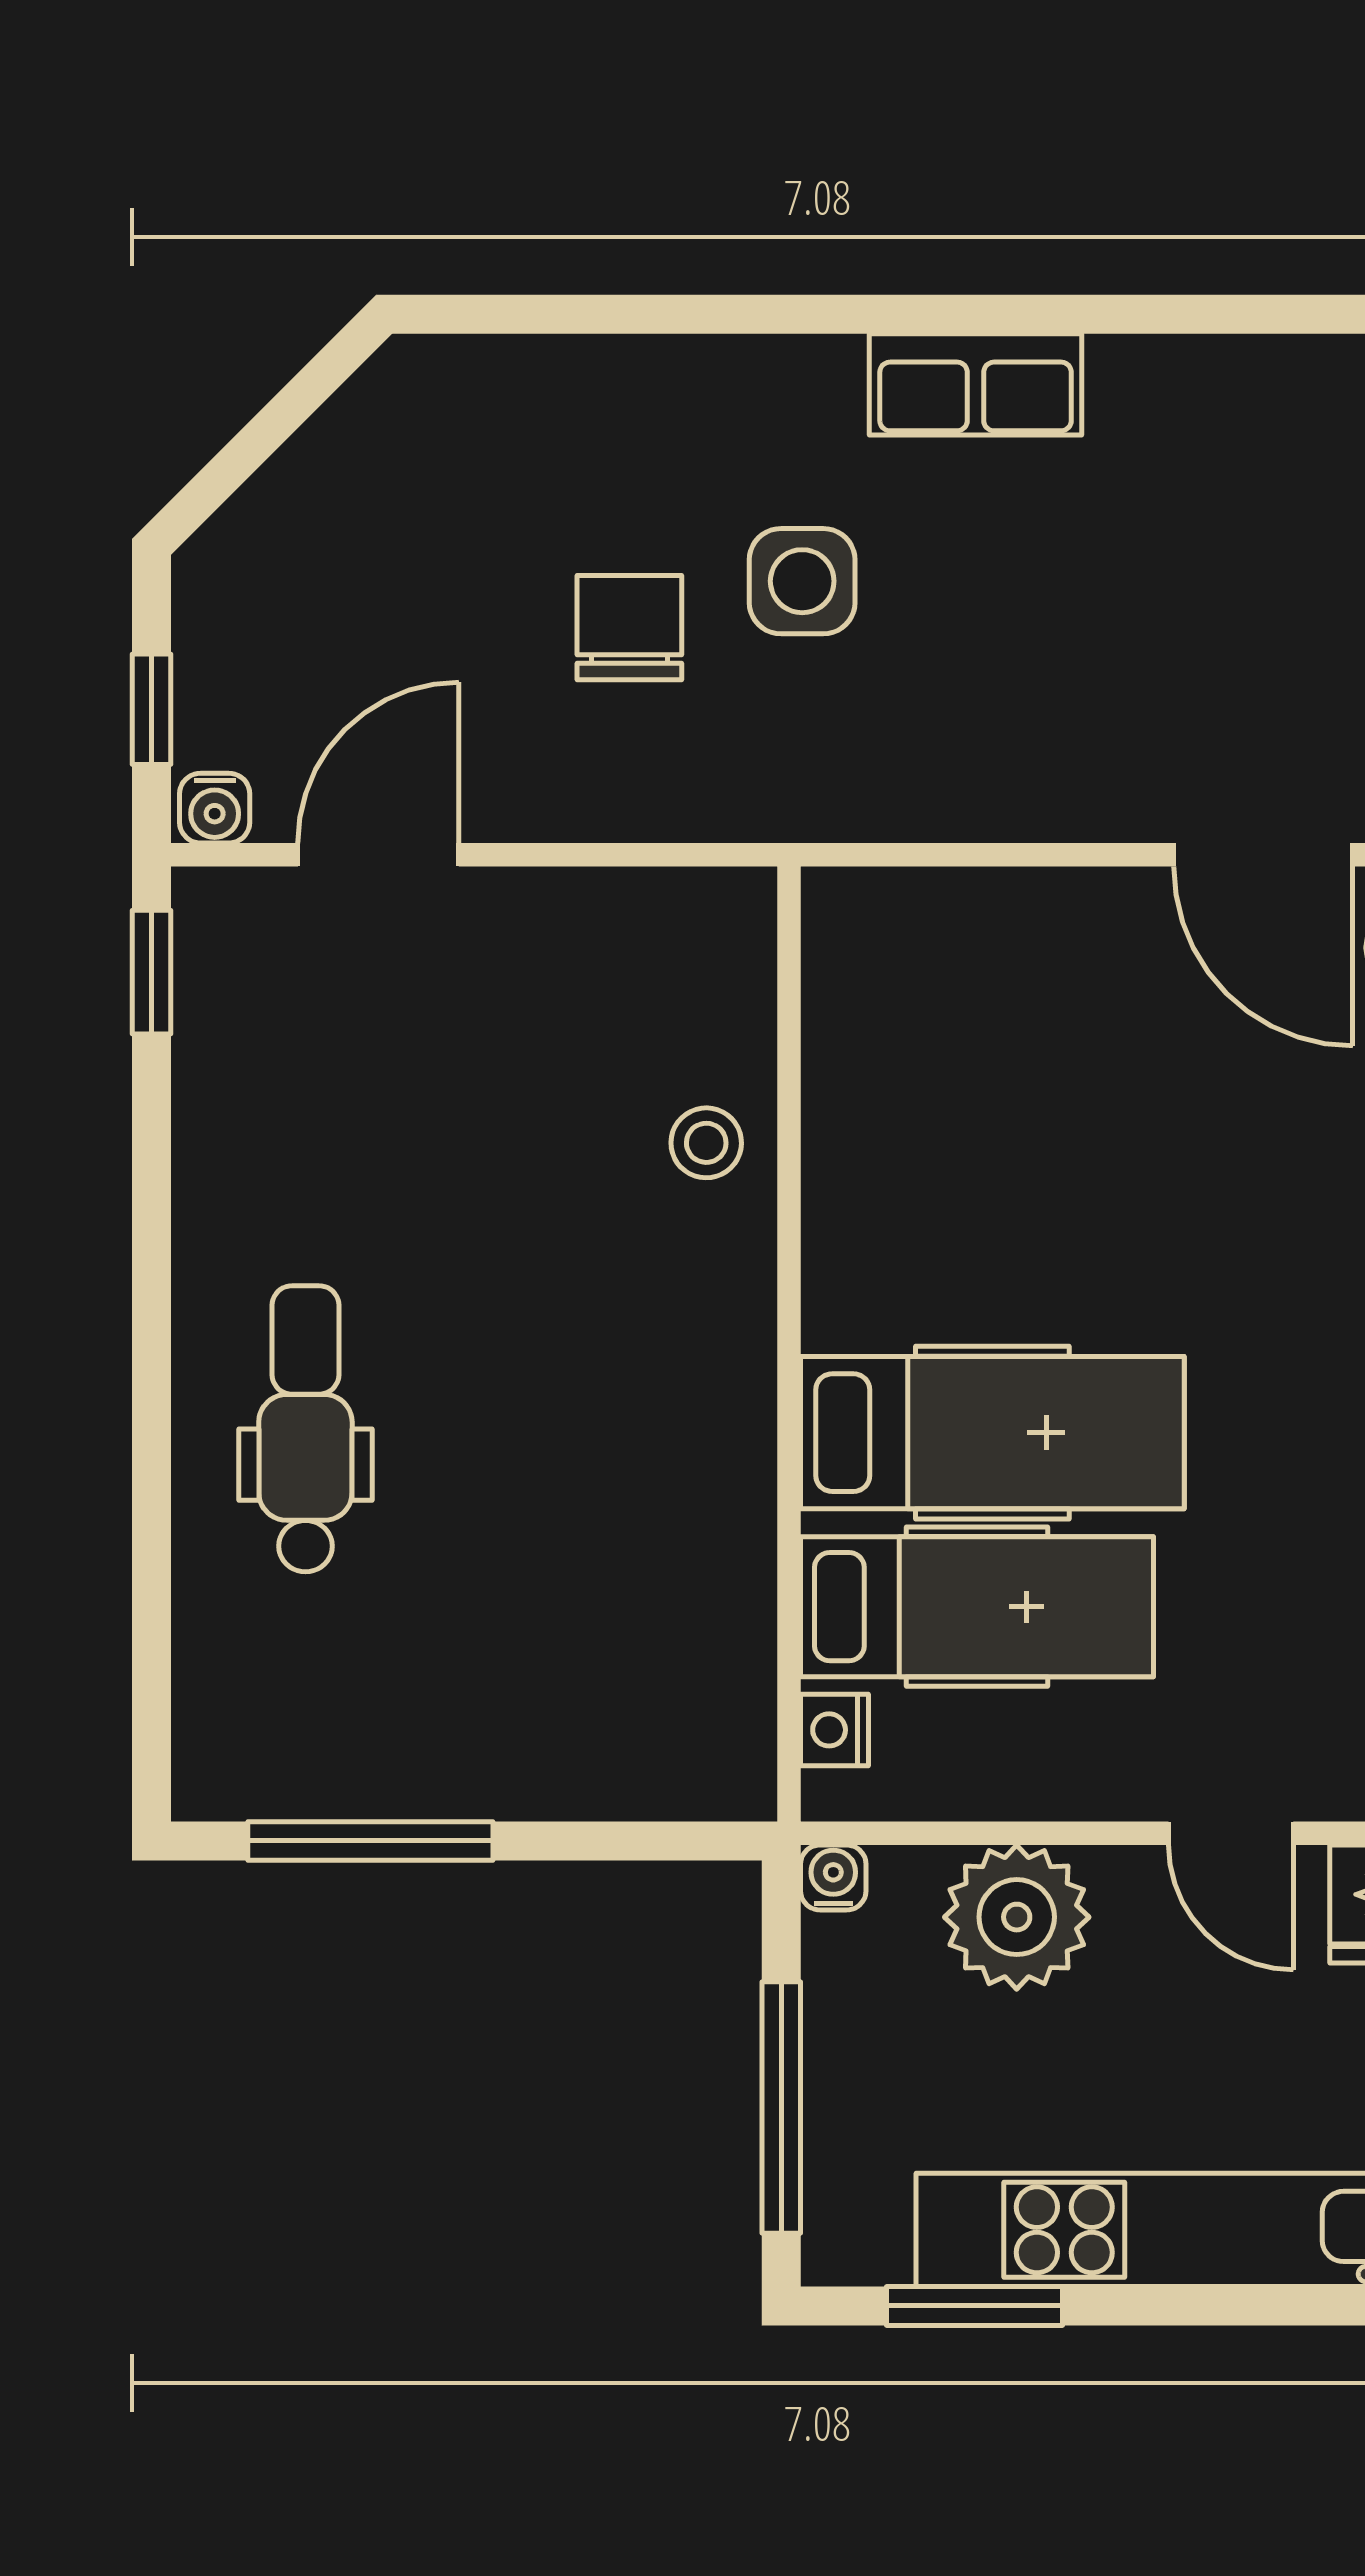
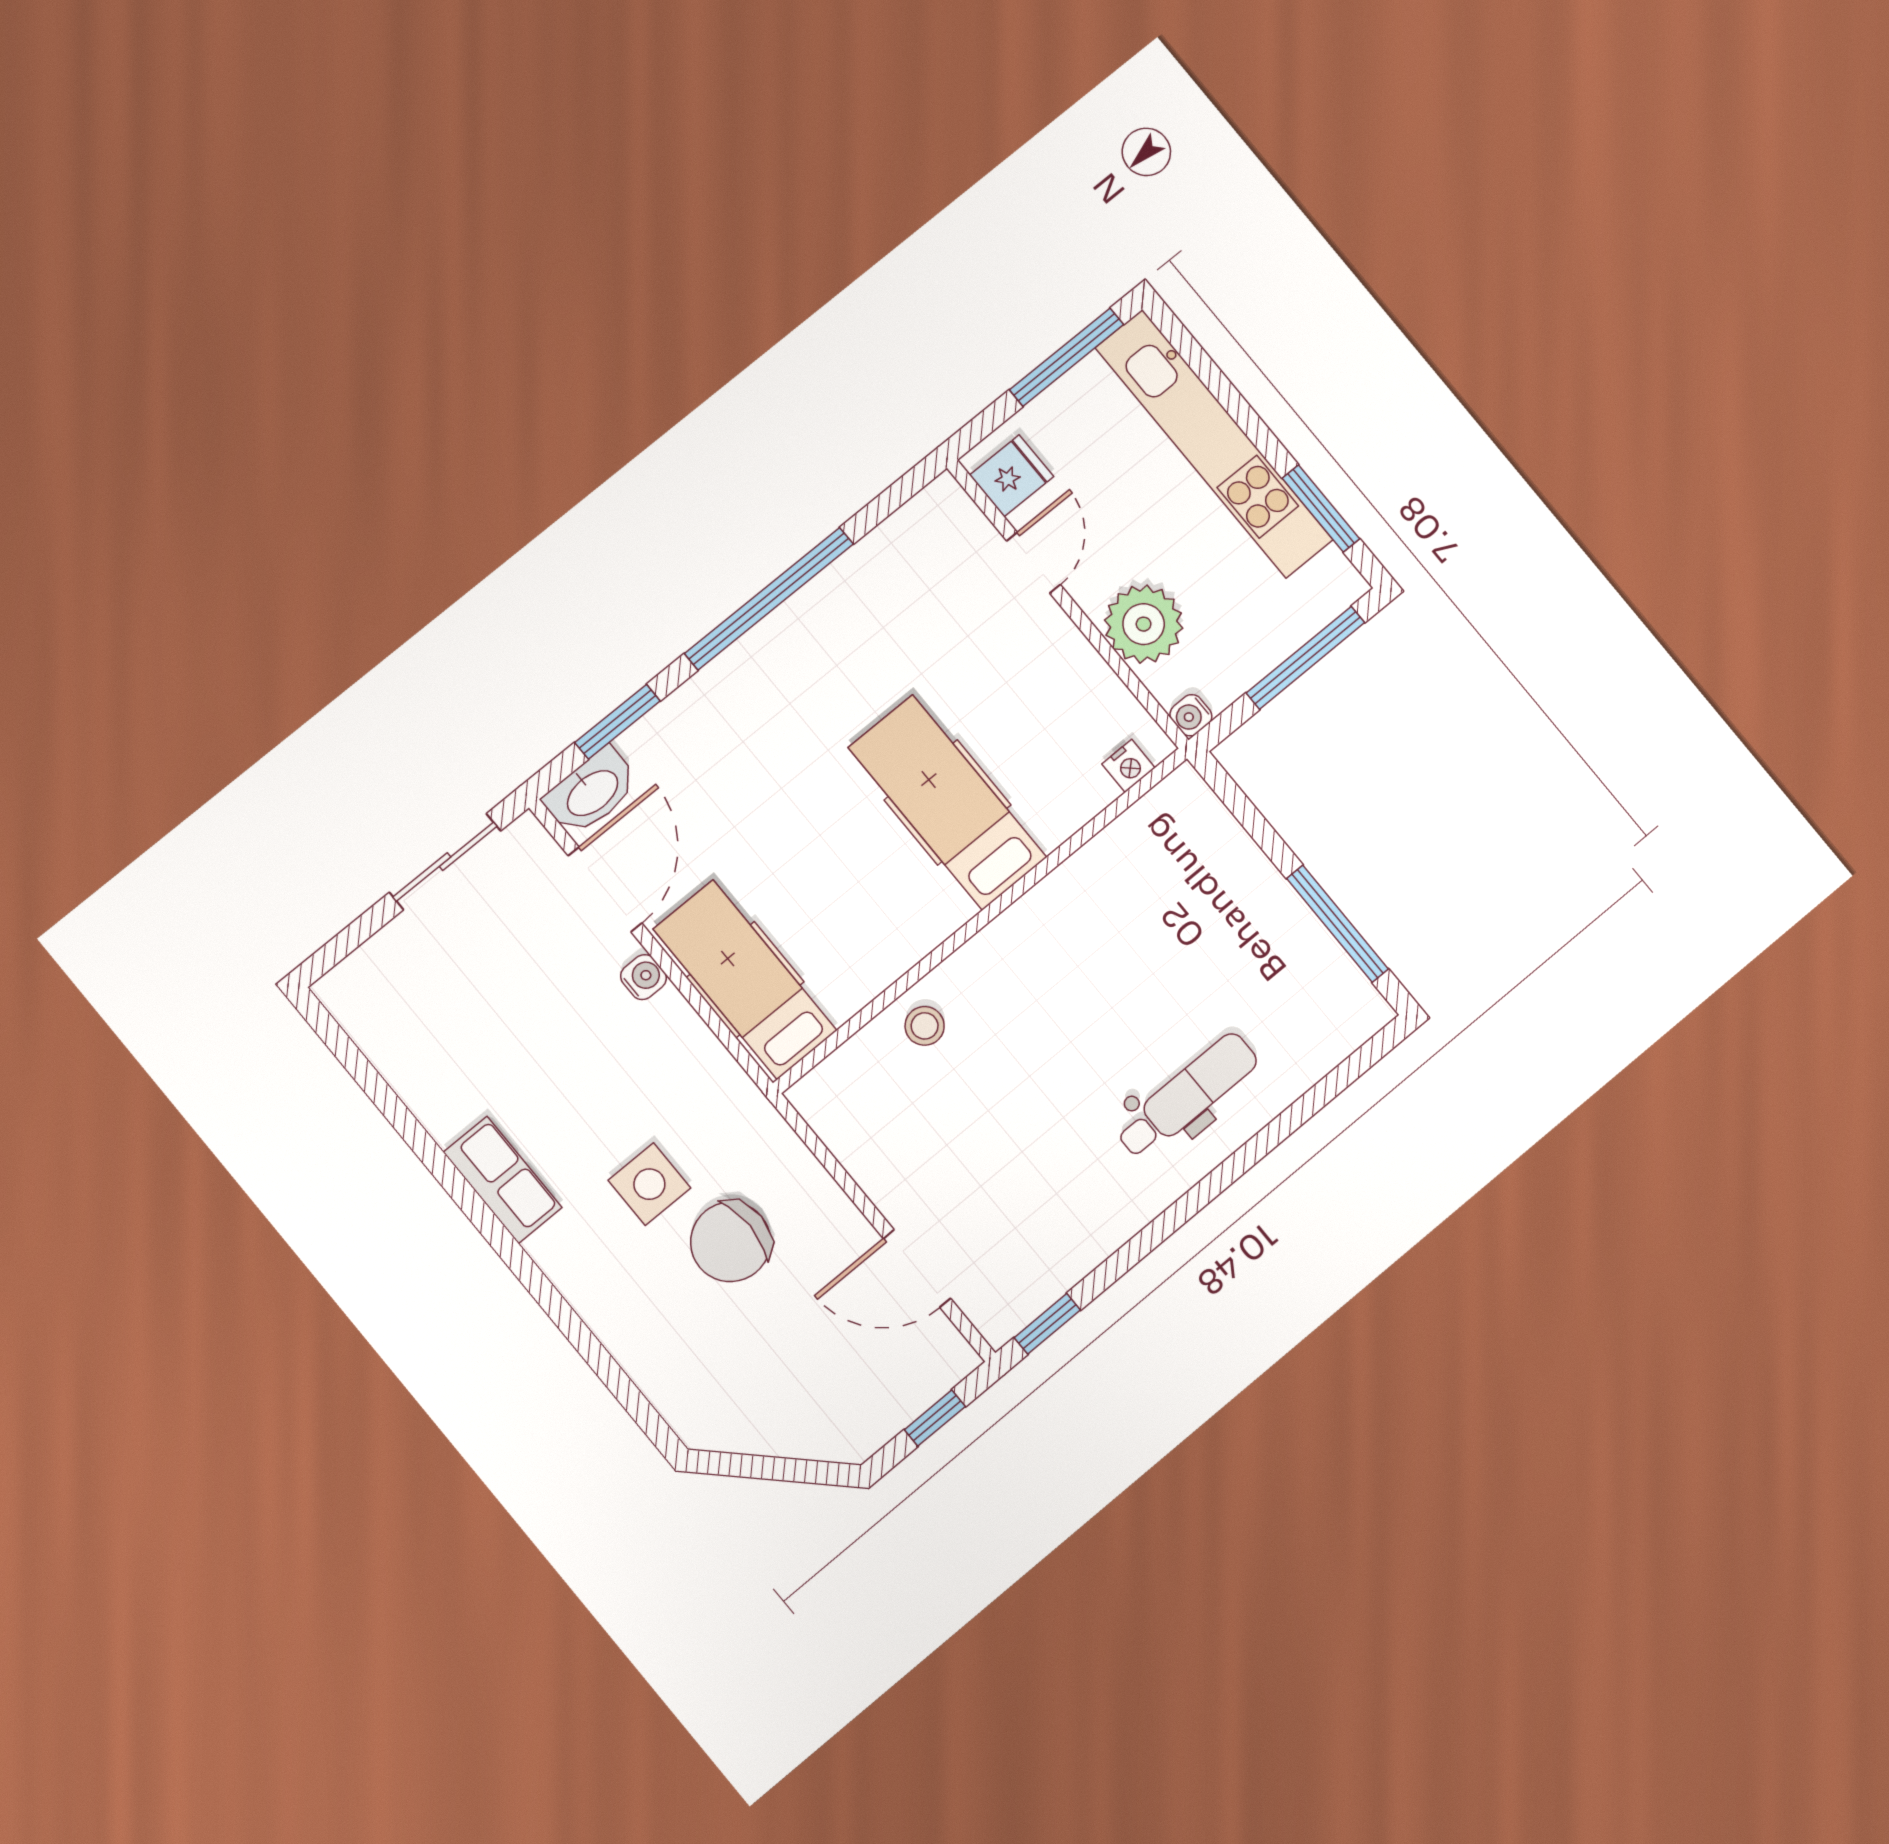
chair: (629, 628) -> (731, 1242), width x1.37, depth x1.37
water cooler: (215, 808) -> (643, 977), moved
dental chair: (305, 1429) -> (1187, 1096), turned 180
hospital bed: (977, 1607) -> (745, 980), moved

